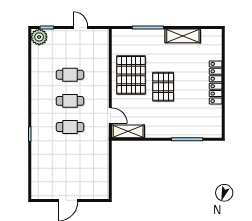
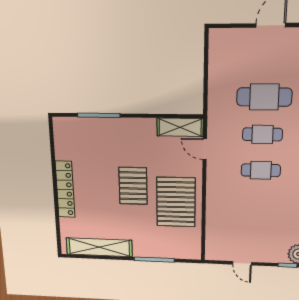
shelving: (183, 36) -> (99, 247), width x1.47
cafe table: (70, 75) -> (264, 97), moved, width x1.37, depth x1.35

